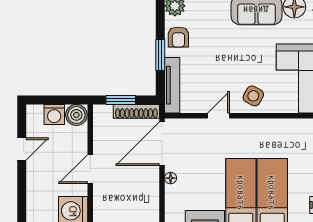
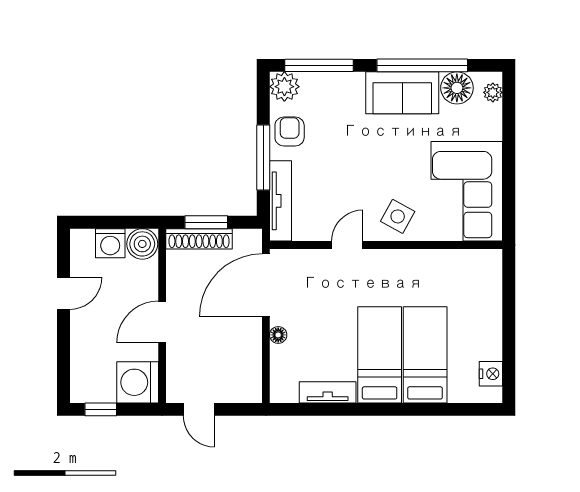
armchair: (178, 37) -> (290, 132), turned 180
window: (160, 55) -> (263, 158), width x1.44
shoe rack: (136, 111) -> (199, 239), moved

